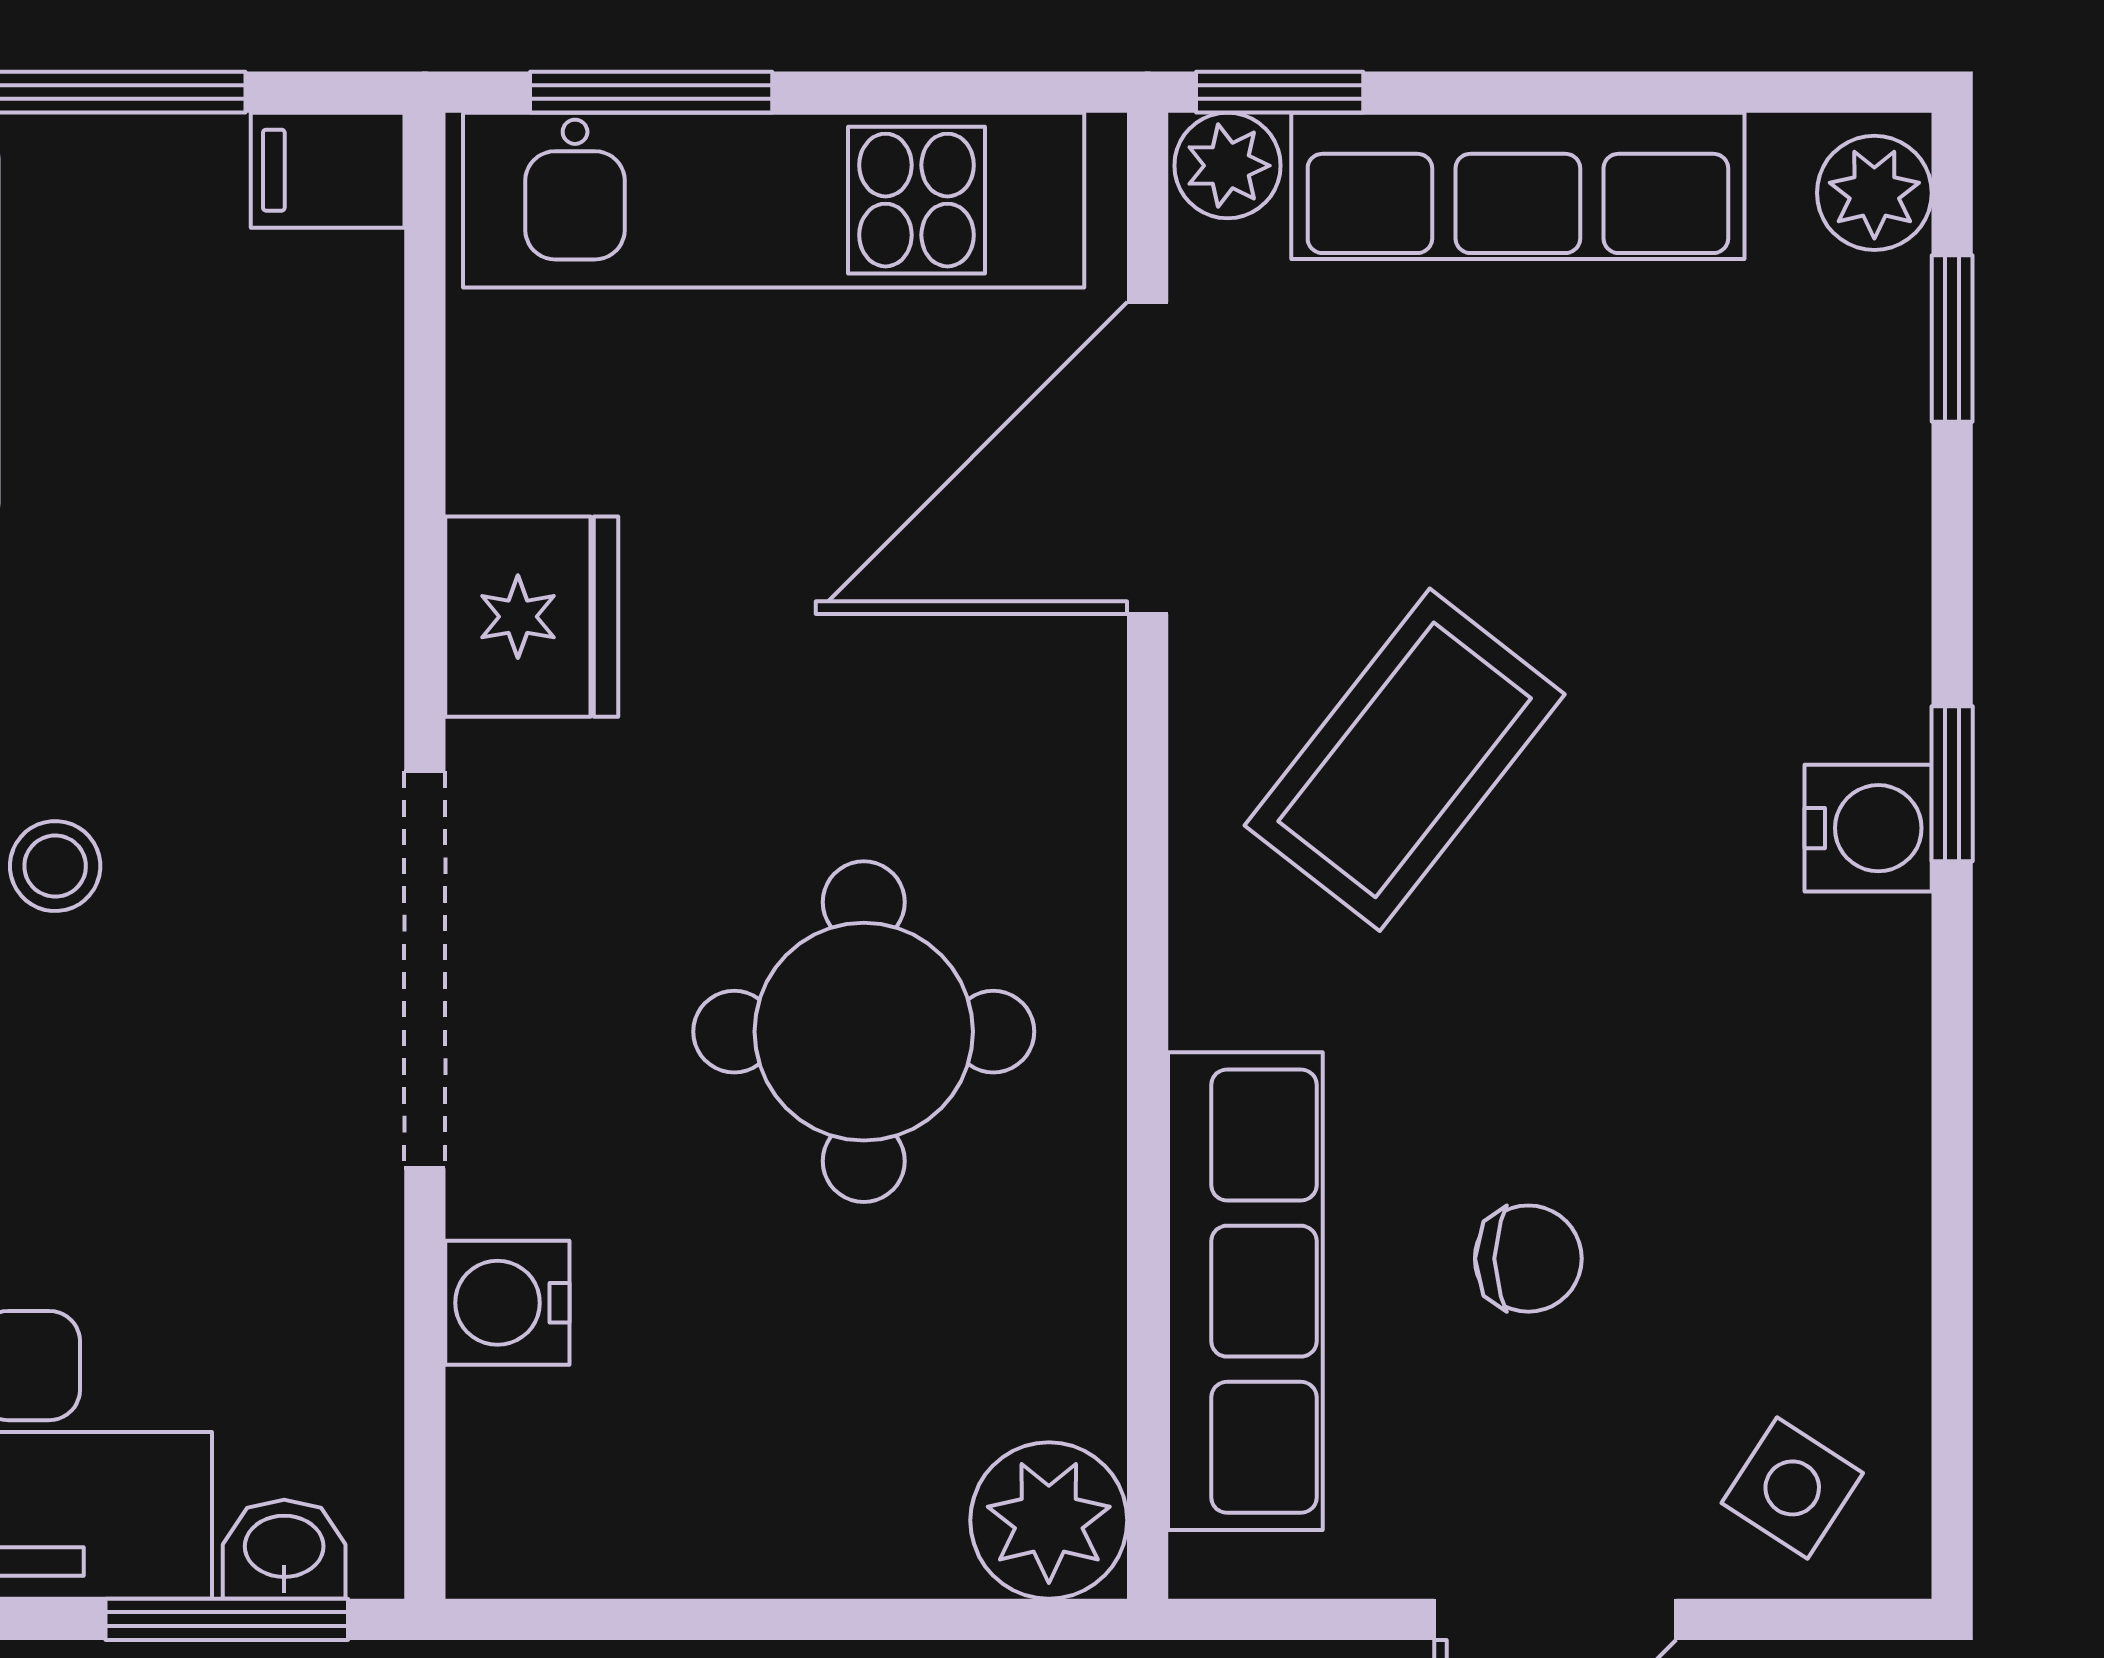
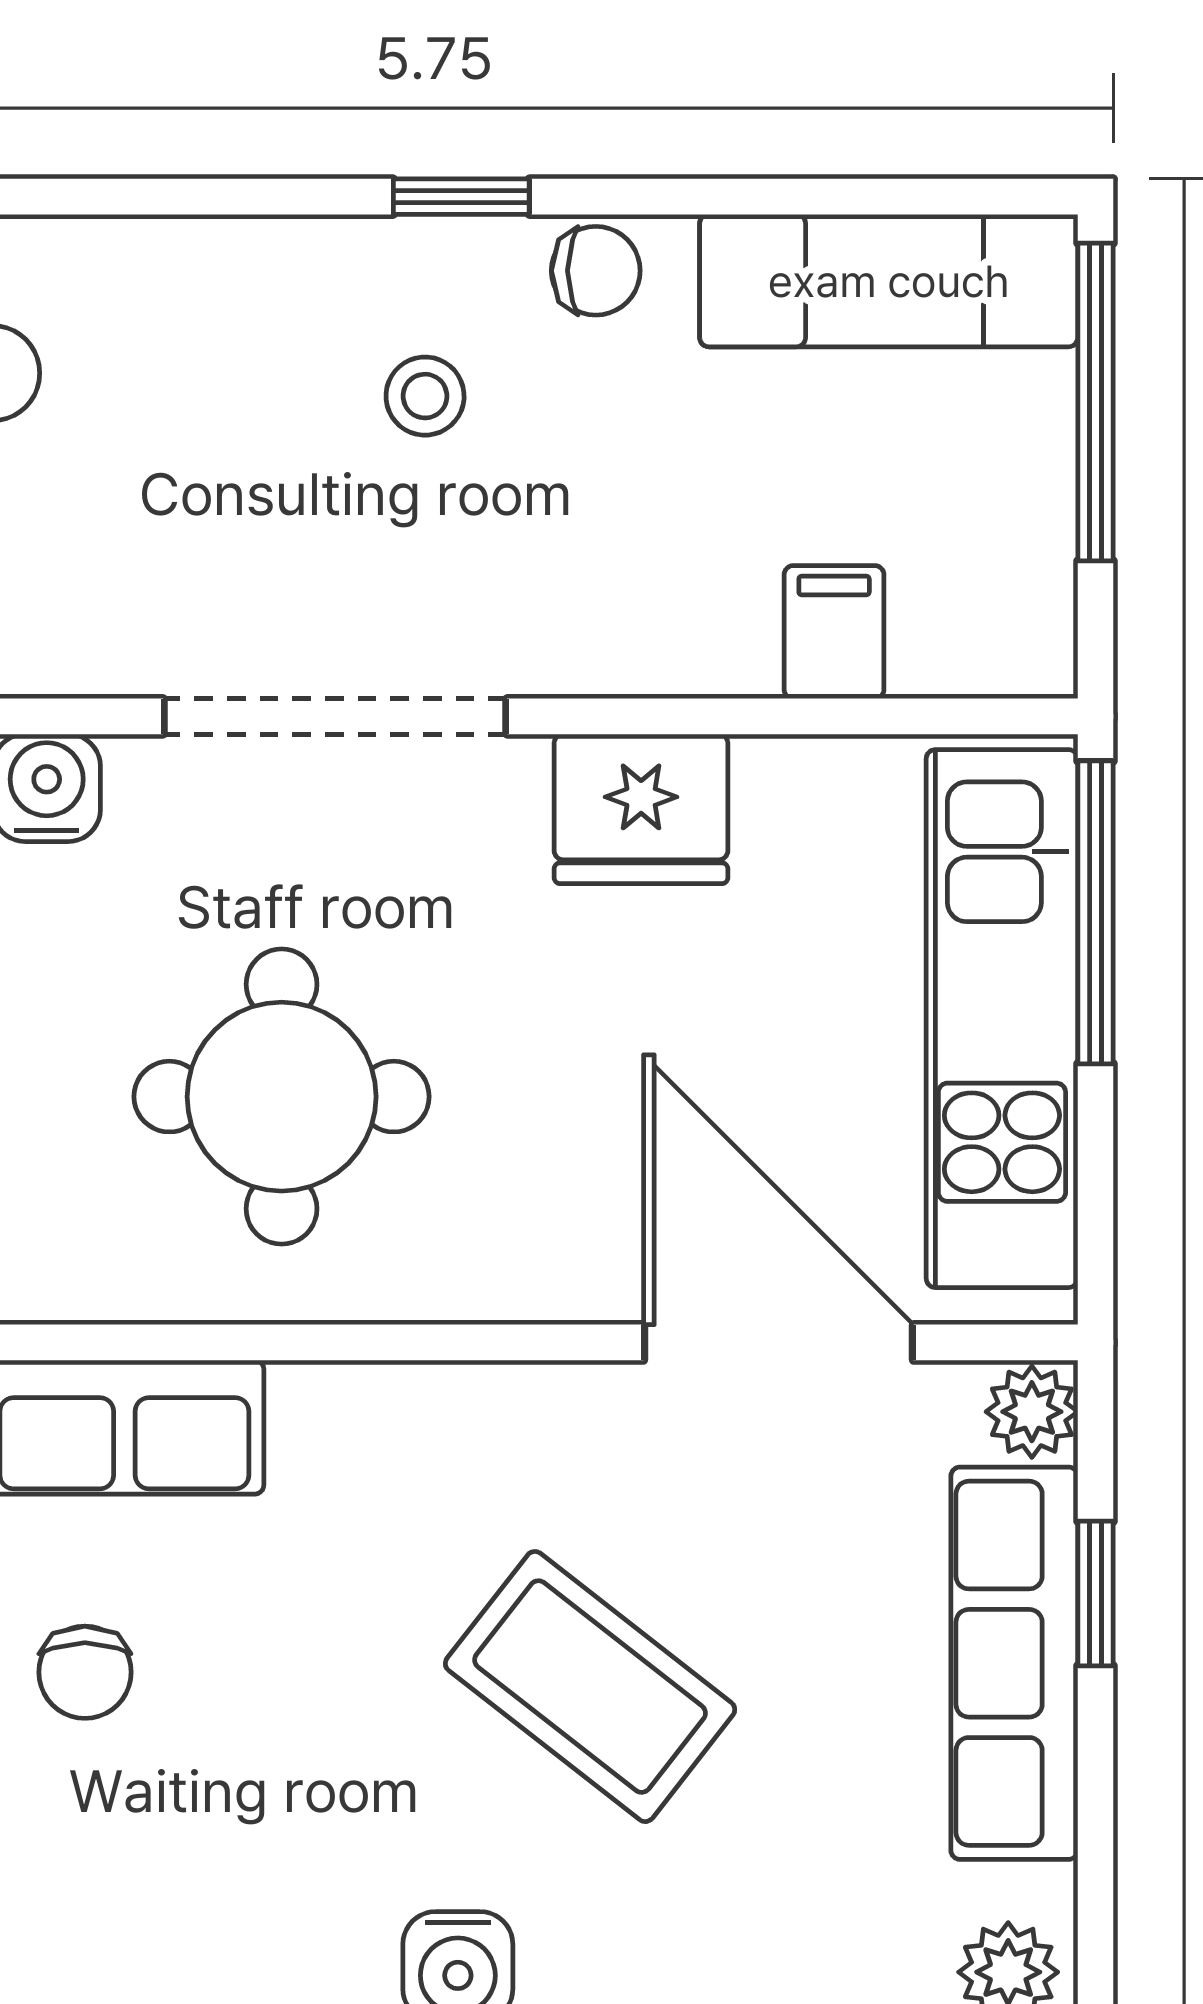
window: (651, 92) -> (1095, 912), width x1.44
window: (1280, 92) -> (1095, 1593), moved
filing cabinet: (328, 170) -> (834, 632), moved
coffee table: (1405, 760) -> (590, 1687), moved

